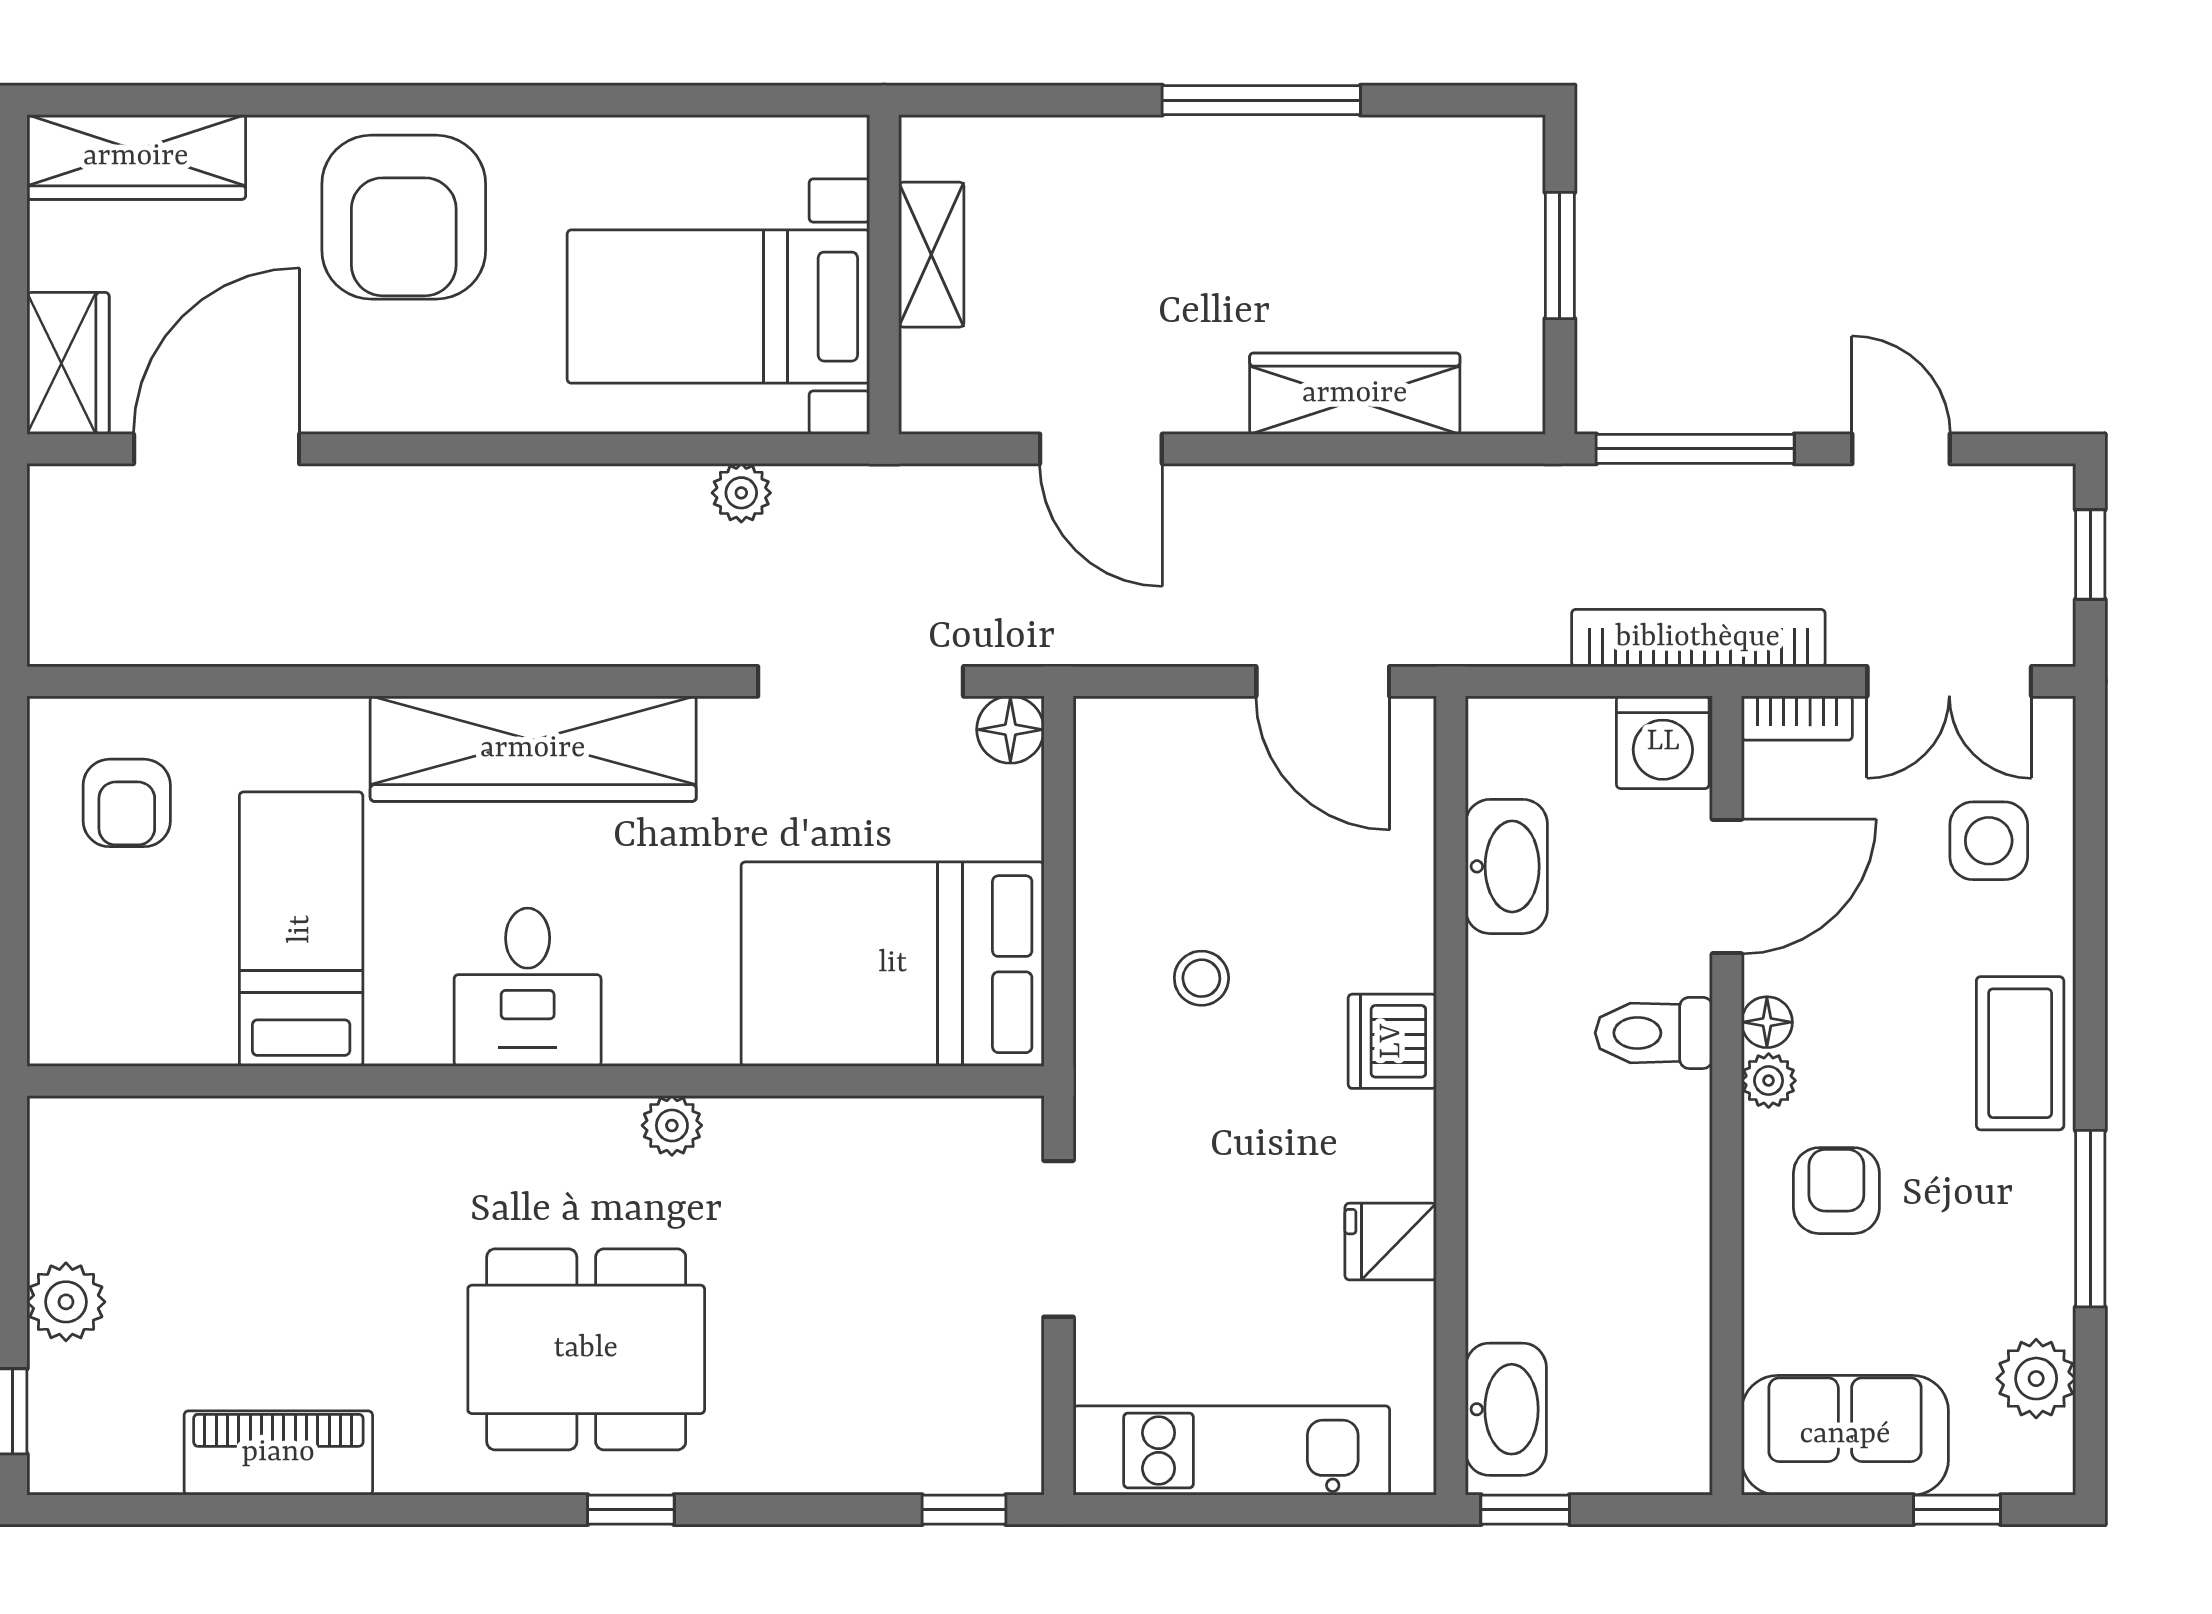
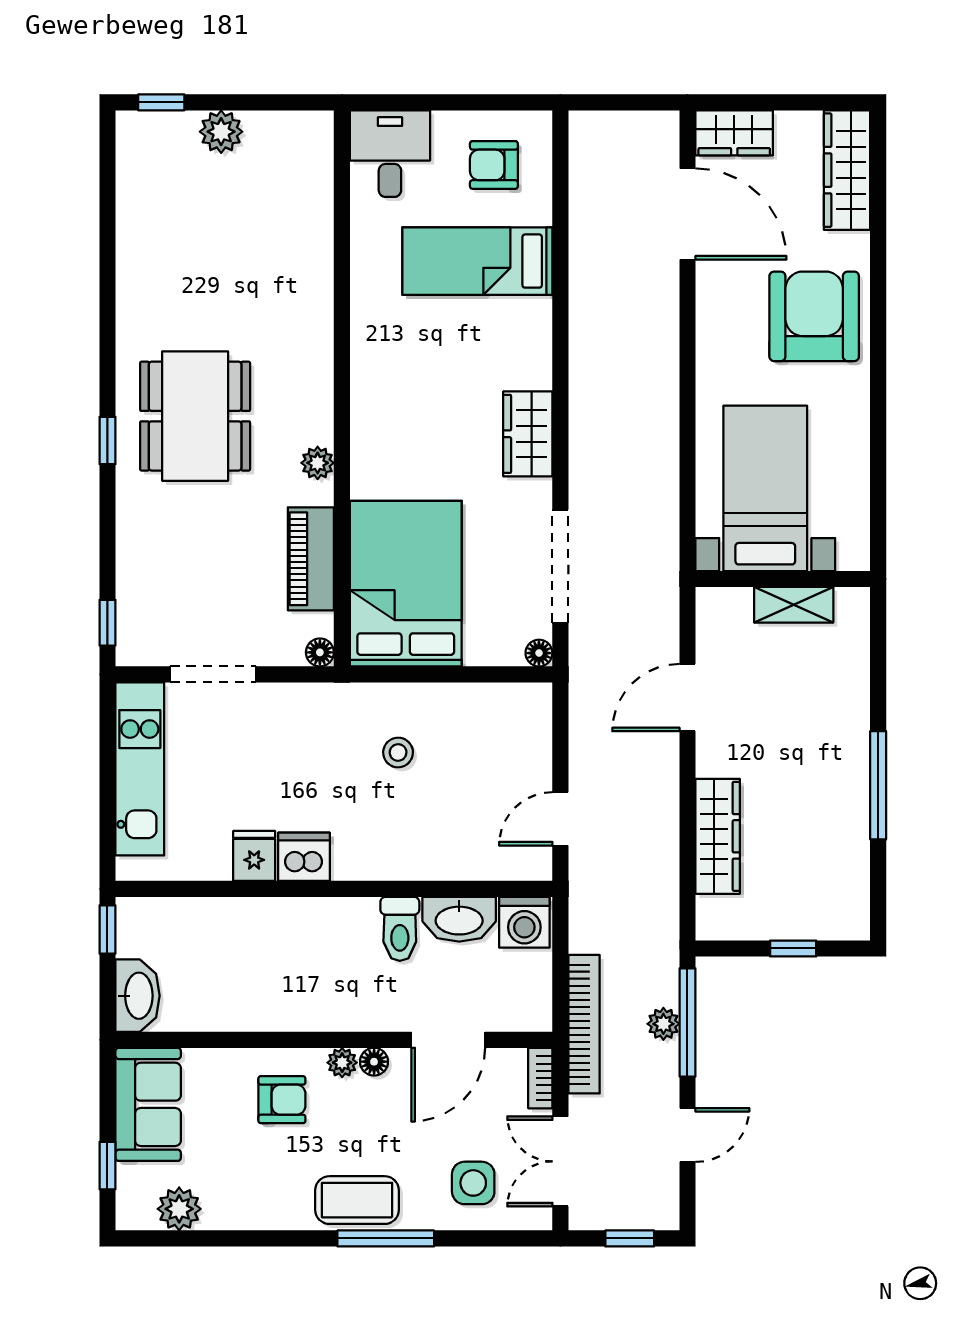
armchair: (404, 217) -> (814, 316), turned 90
window: (1560, 256) -> (793, 948), width x0.67
plant: (741, 493) -> (663, 1024), moved
door: (1323, 681) -> (560, 819), width x0.73
floor lamp: (1010, 730) -> (539, 653), width x0.73, depth x0.73
washing machine: (1663, 742) -> (524, 922), moved, turned -90
wardrobe: (533, 749) -> (528, 434), width x0.48, depth x0.85
door: (1727, 886) -> (448, 1040), hinge flipped
bed: (301, 929) -> (477, 261), moved, turned 180
desk: (528, 987) -> (390, 154), moved, turned 90
toilet: (1654, 1033) -> (400, 929), moved, turned 180
dishwasher: (1392, 1041) -> (304, 857), moved
floor lamp: (1018, 1121) -> (320, 652), added
window: (2090, 1219) -> (386, 1238), moved
doorway: (1059, 1239) -> (213, 674), moved
washbasin: (1506, 1409) -> (138, 996), moved, turned -90
piano: (278, 1453) -> (311, 559), moved, turned 180

